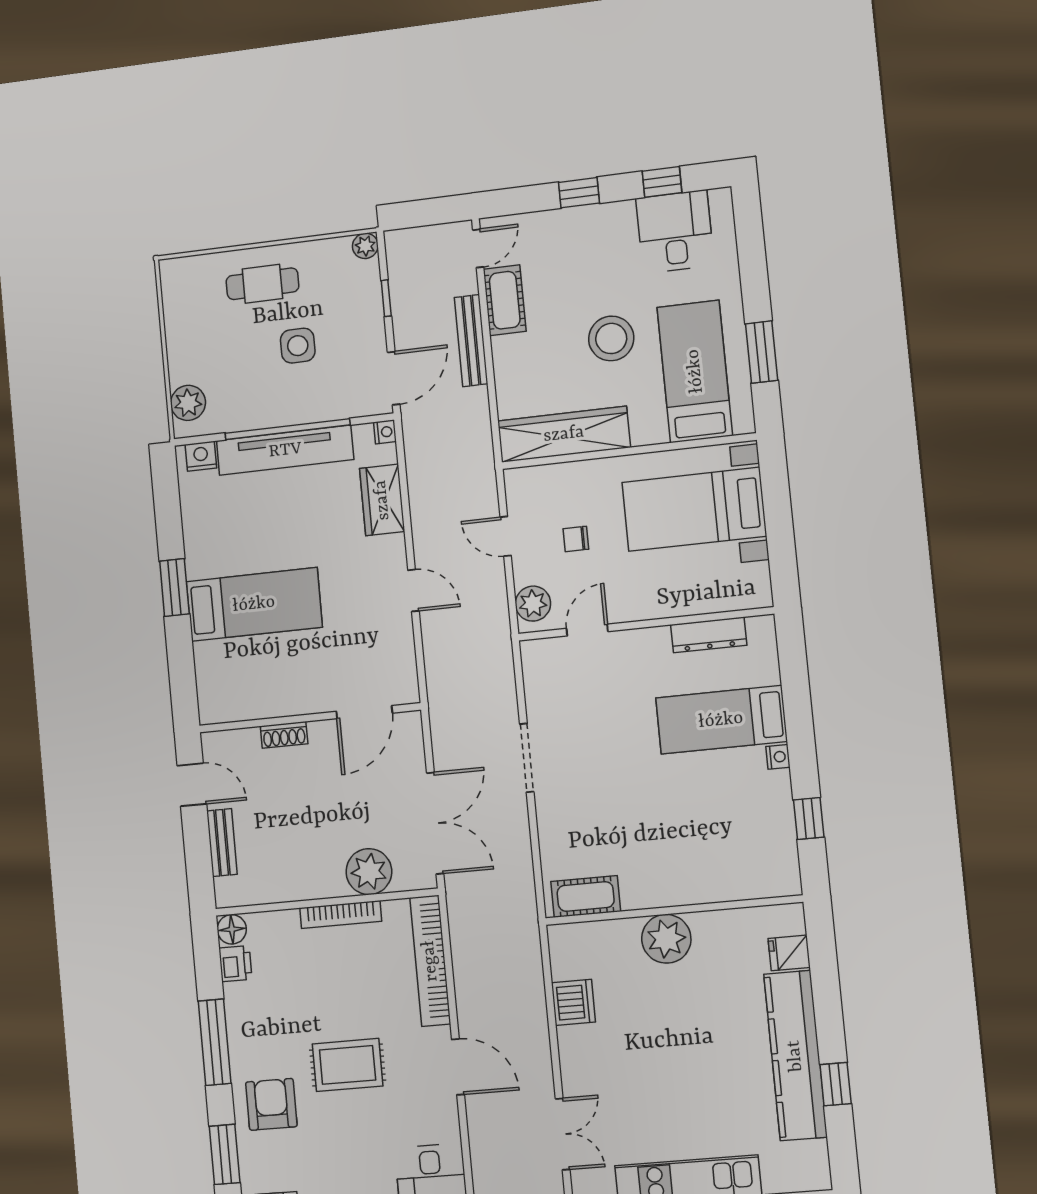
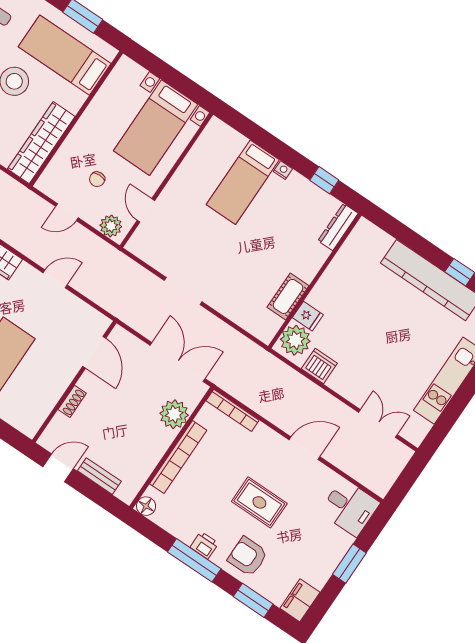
bed with nightstands: (694, 509) -> (156, 128), moved
dresser: (709, 635) -> (338, 227), moved, turned 180
cot: (586, 896) -> (288, 296), moved
bookcase: (341, 915) -> (178, 457), width x1.48, depth x1.31
plant: (666, 939) -> (295, 340), moved
fridge: (789, 953) -> (308, 316), moved, turned -90
bookcase: (430, 961) -> (233, 410), width x0.68, depth x0.76
printer: (236, 964) -> (204, 545), moved
rug: (348, 1065) -> (259, 502), turned 90

